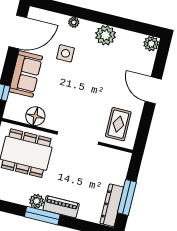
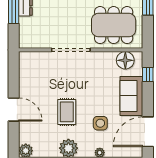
floor lamp: (35, 116) -> (125, 60), moved
rug: (118, 124) -> (67, 112), moved

